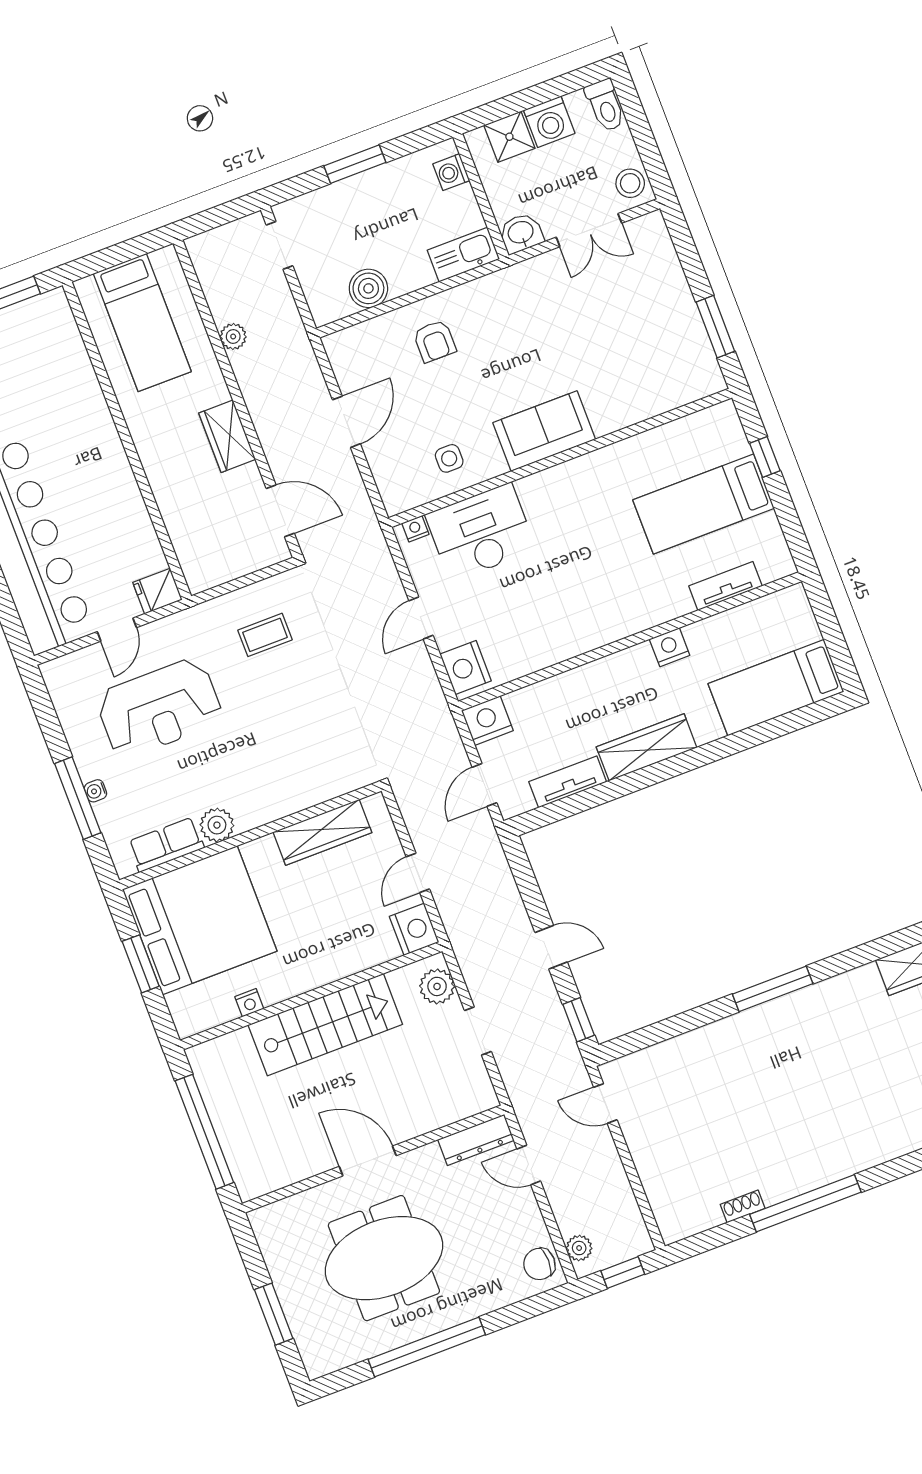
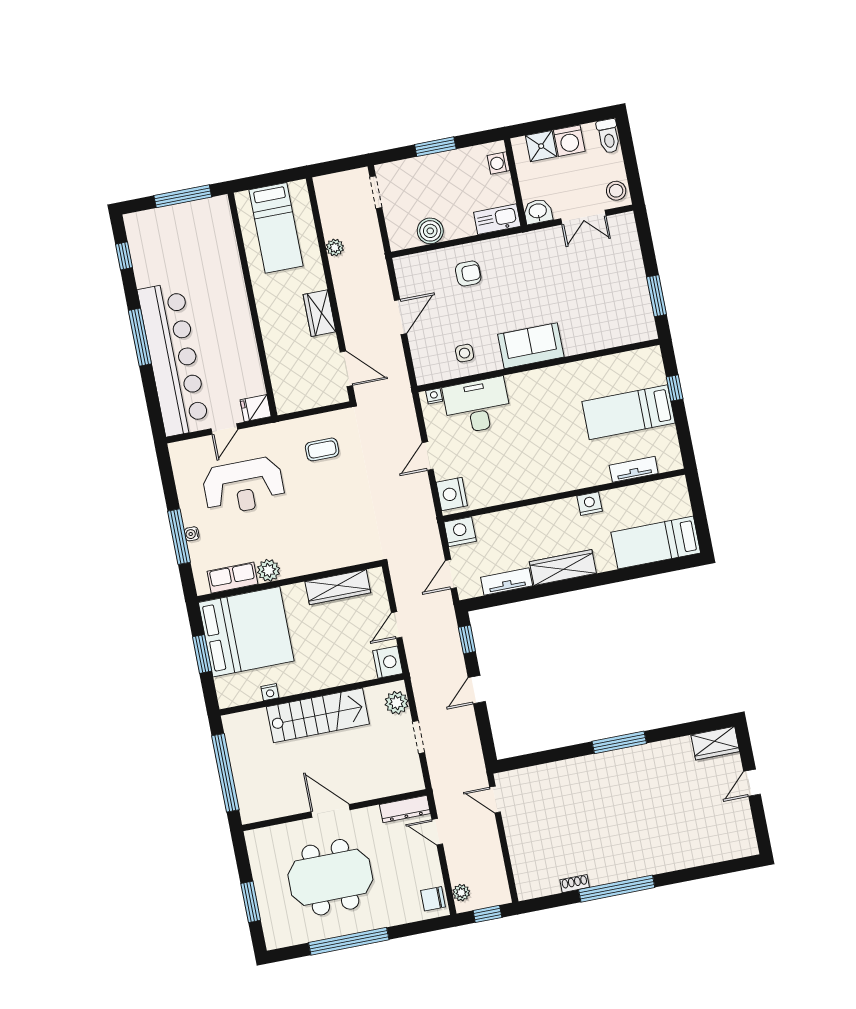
armchair: (435, 341) -> (468, 273), turned -90
door: (551, 947) -> (477, 690), swing flipped
window: (579, 1020) -> (467, 639), moved

